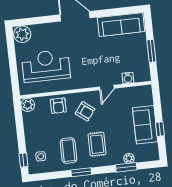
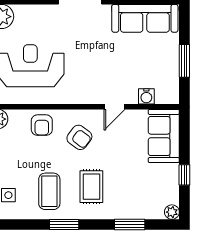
sofa: (145, 125) -> (164, 136), moved
plant: (129, 158) -> (172, 212), moved

